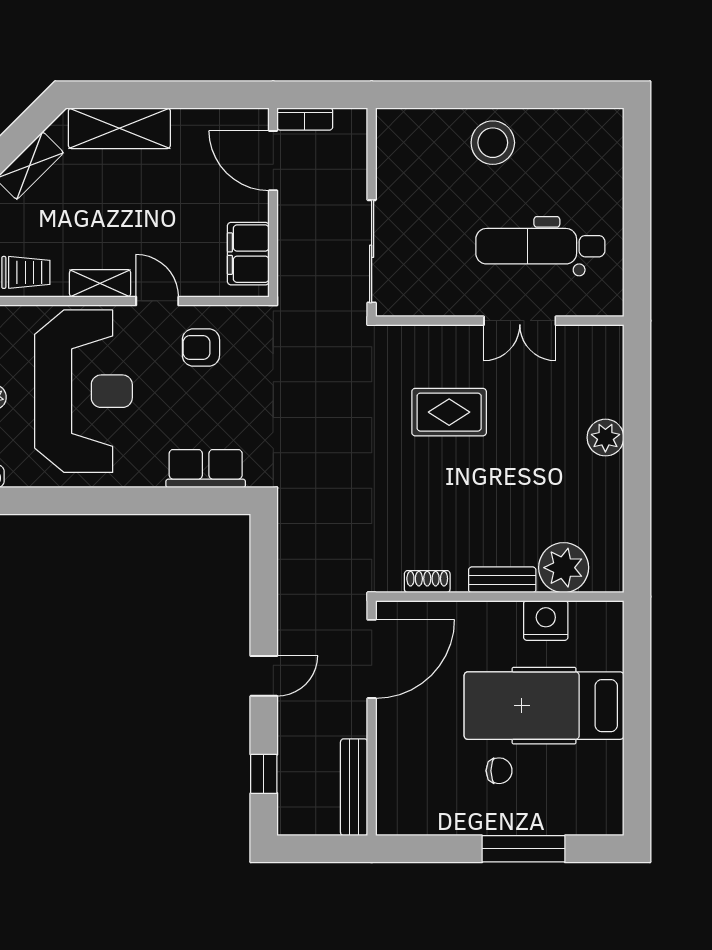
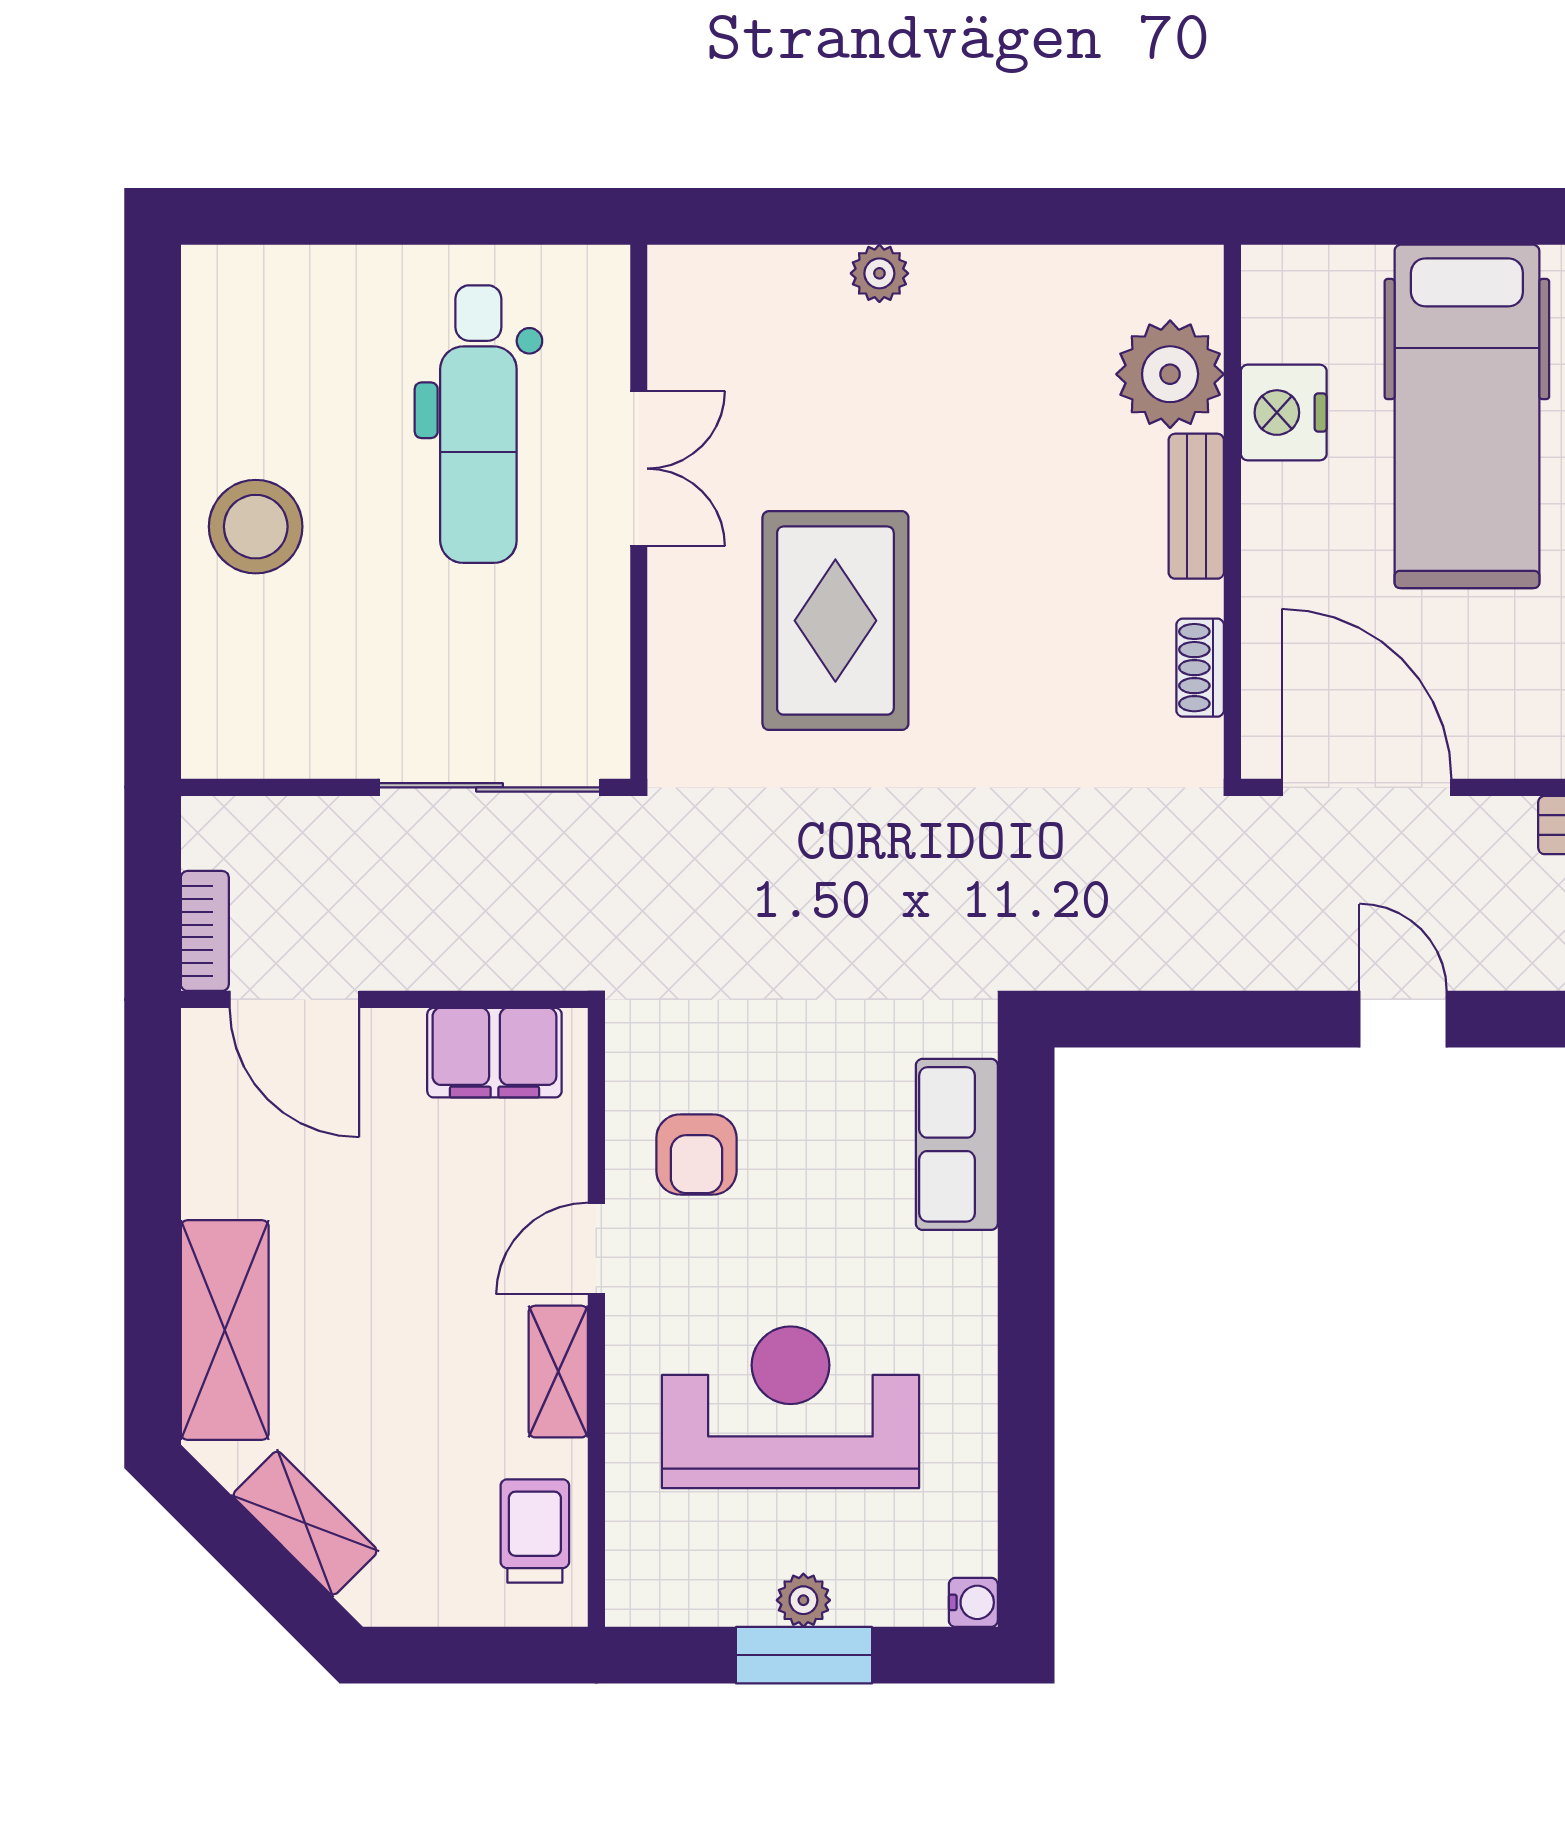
door: (273, 161) -> (294, 999), hinge flipped
reception desk: (83, 391) -> (790, 1407), width x0.74, depth x0.77
rug: (449, 412) -> (835, 621), width x1.36, depth x1.43
plant: (605, 438) -> (879, 273), width x0.73, depth x0.73

